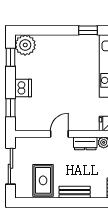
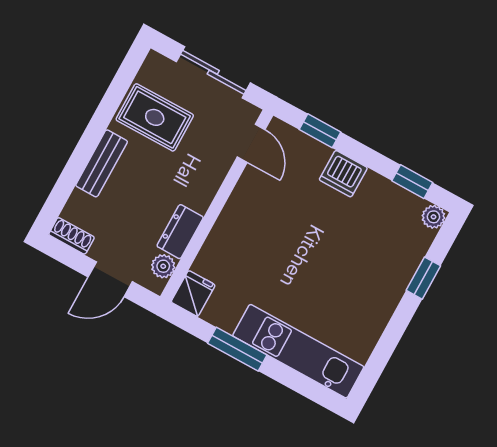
window: (88, 30) -> (423, 278), moved
plant: (25, 45) -> (433, 217), width x0.53, depth x0.53
door: (59, 134) -> (251, 143), moved

